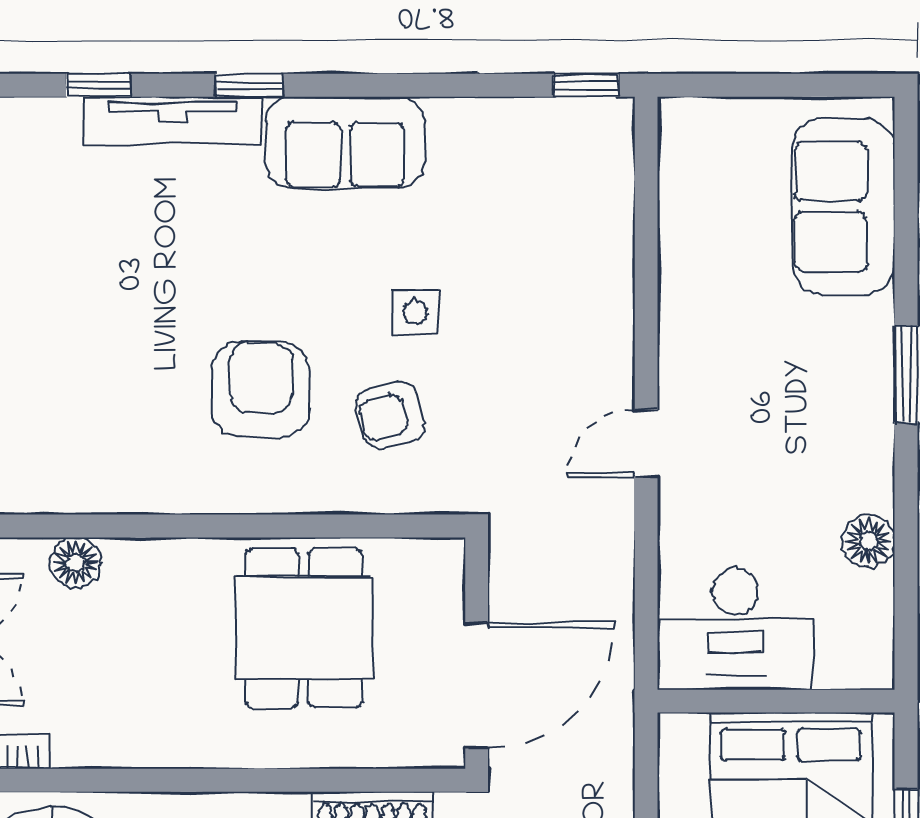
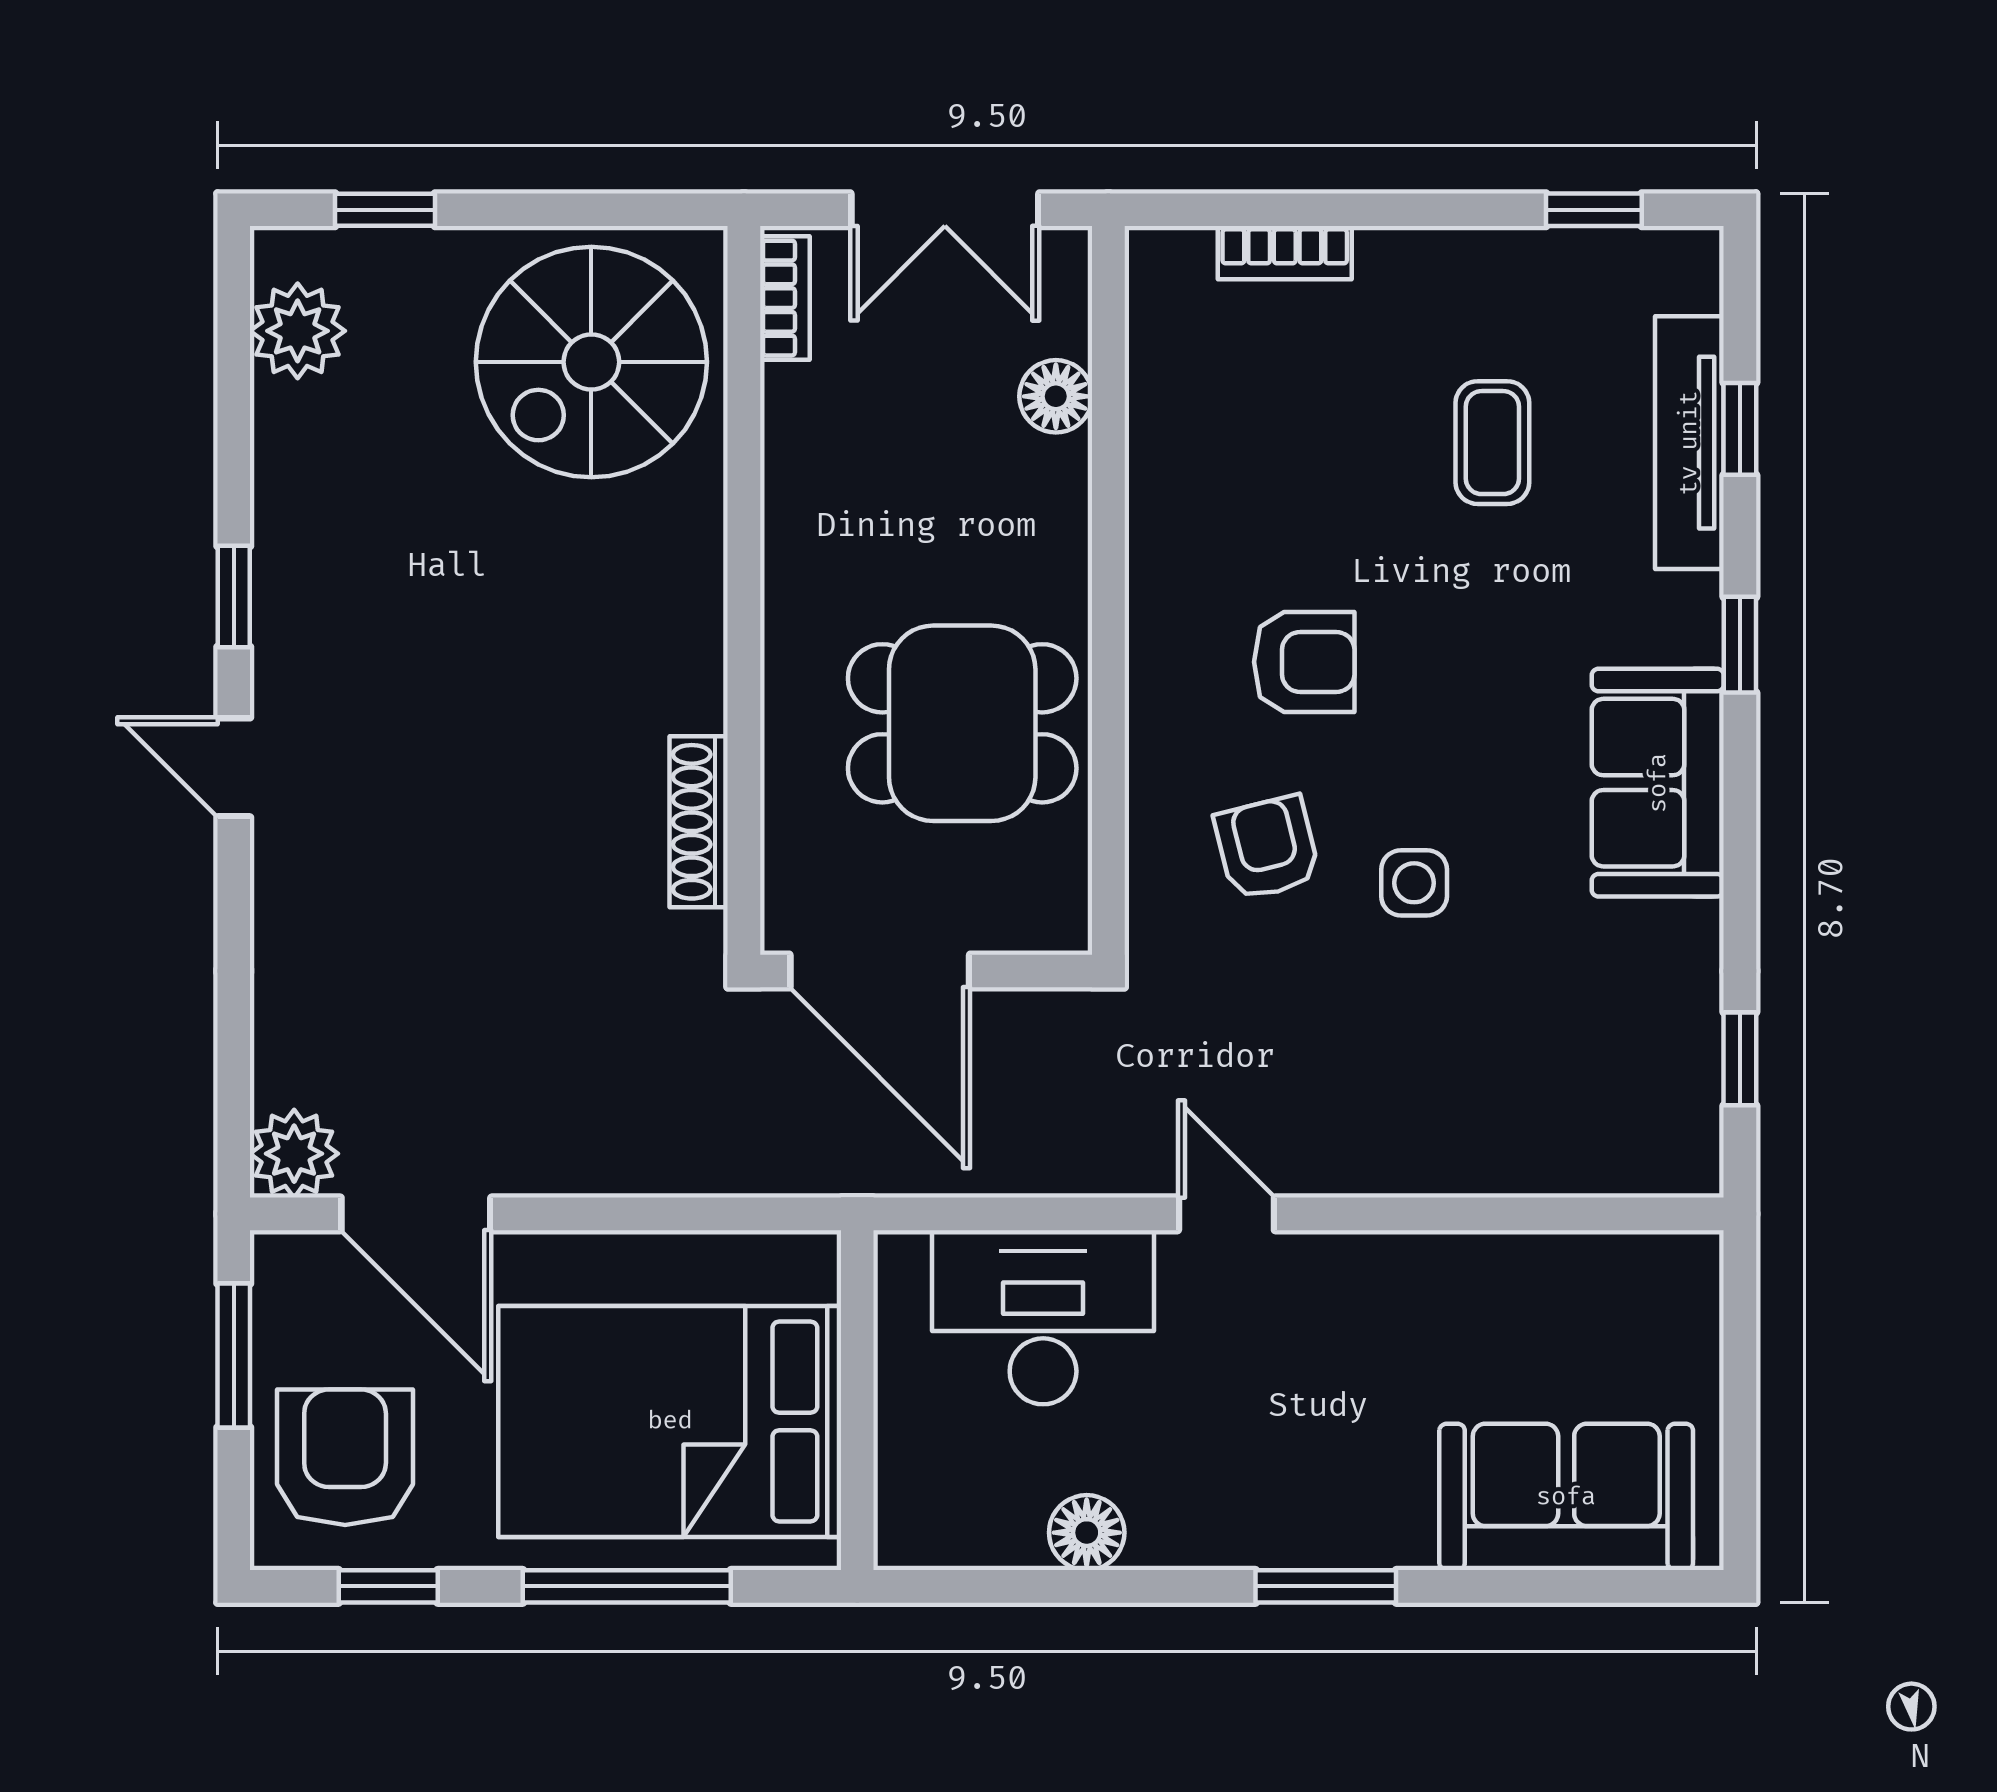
window: (586, 85) -> (1740, 1059), moved
tv unit: (173, 120) -> (1689, 443), moved
coffee table: (108, 258) -> (1492, 443), added
armchair: (261, 389) -> (1304, 662), width x0.72, depth x0.72
desk: (735, 629) -> (1043, 1317), moved, turned 90

